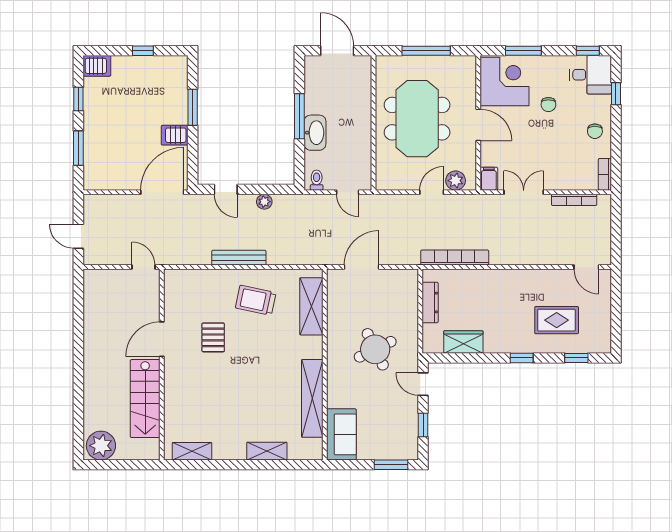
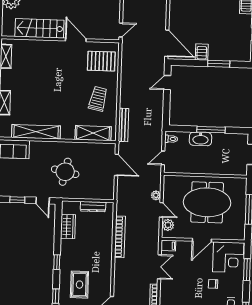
plant: (264, 202) -> (156, 195), moved
bench: (239, 258) -> (123, 125), moved
bookcase: (455, 258) -> (120, 237), moved
pallet: (213, 337) -> (101, 61), moved, width x1.50, depth x1.42
round table: (375, 349) -> (65, 172), turned 38
door: (423, 384) -> (43, 201), swing flipped

